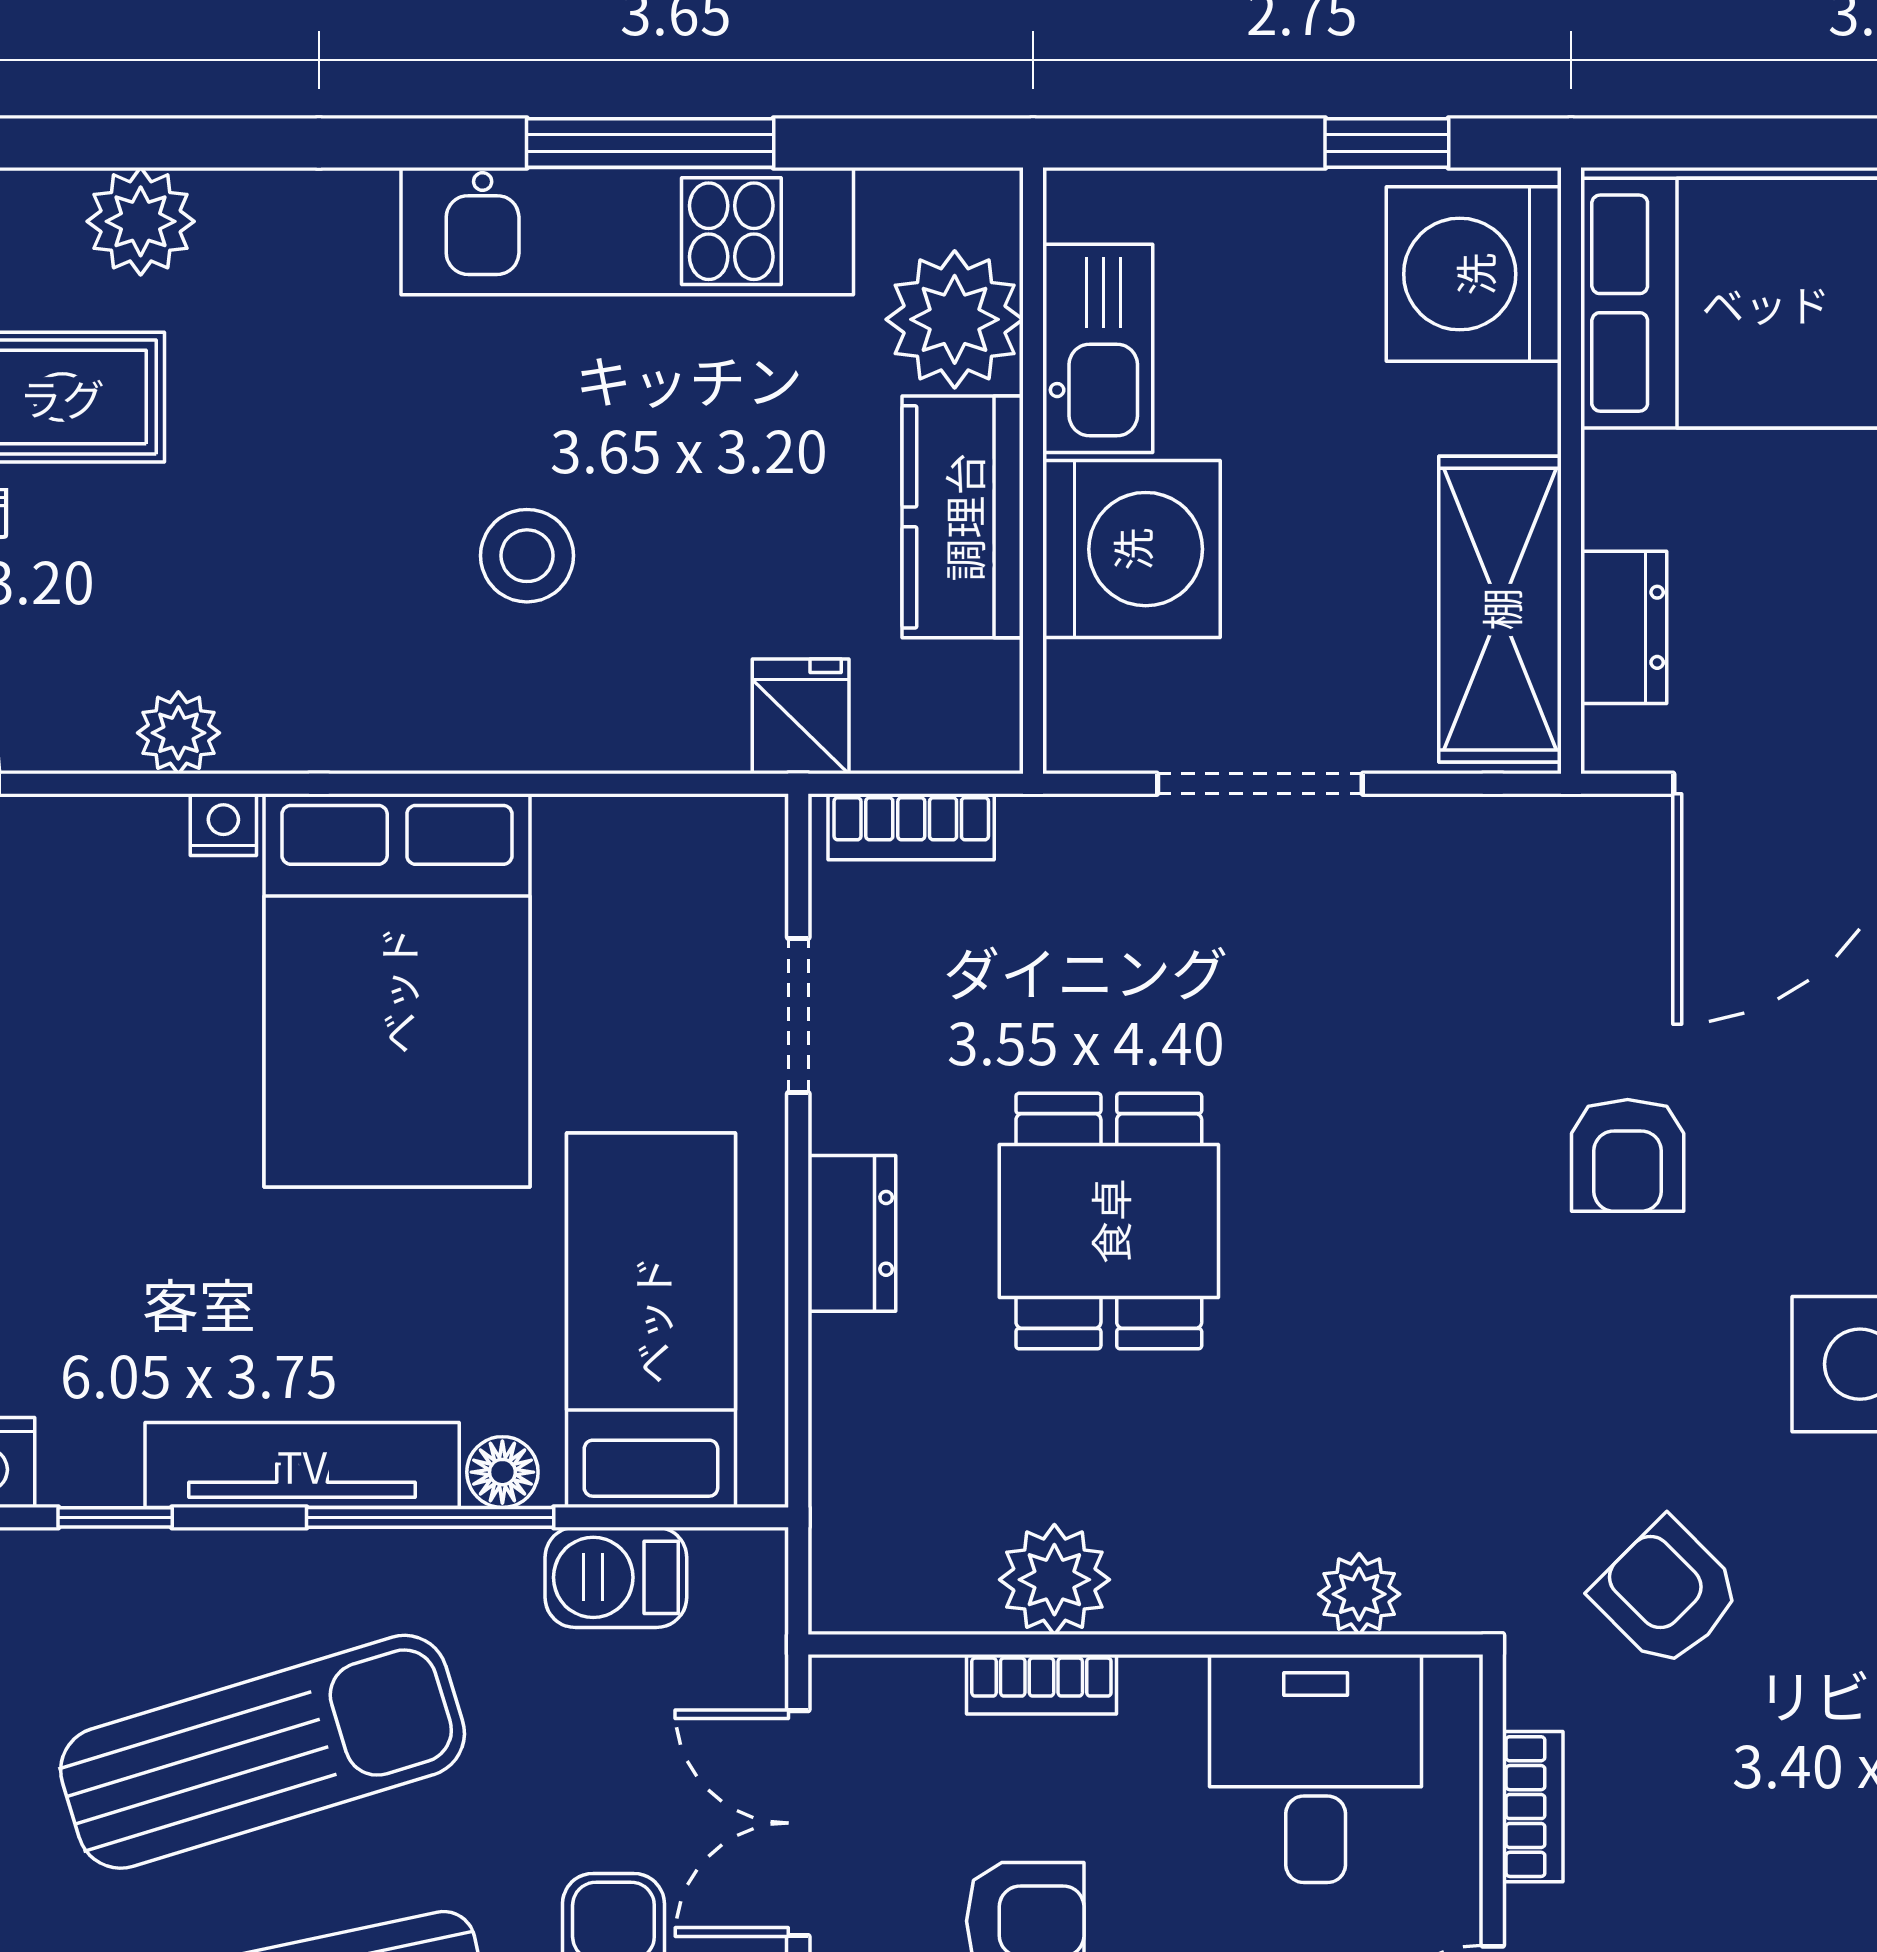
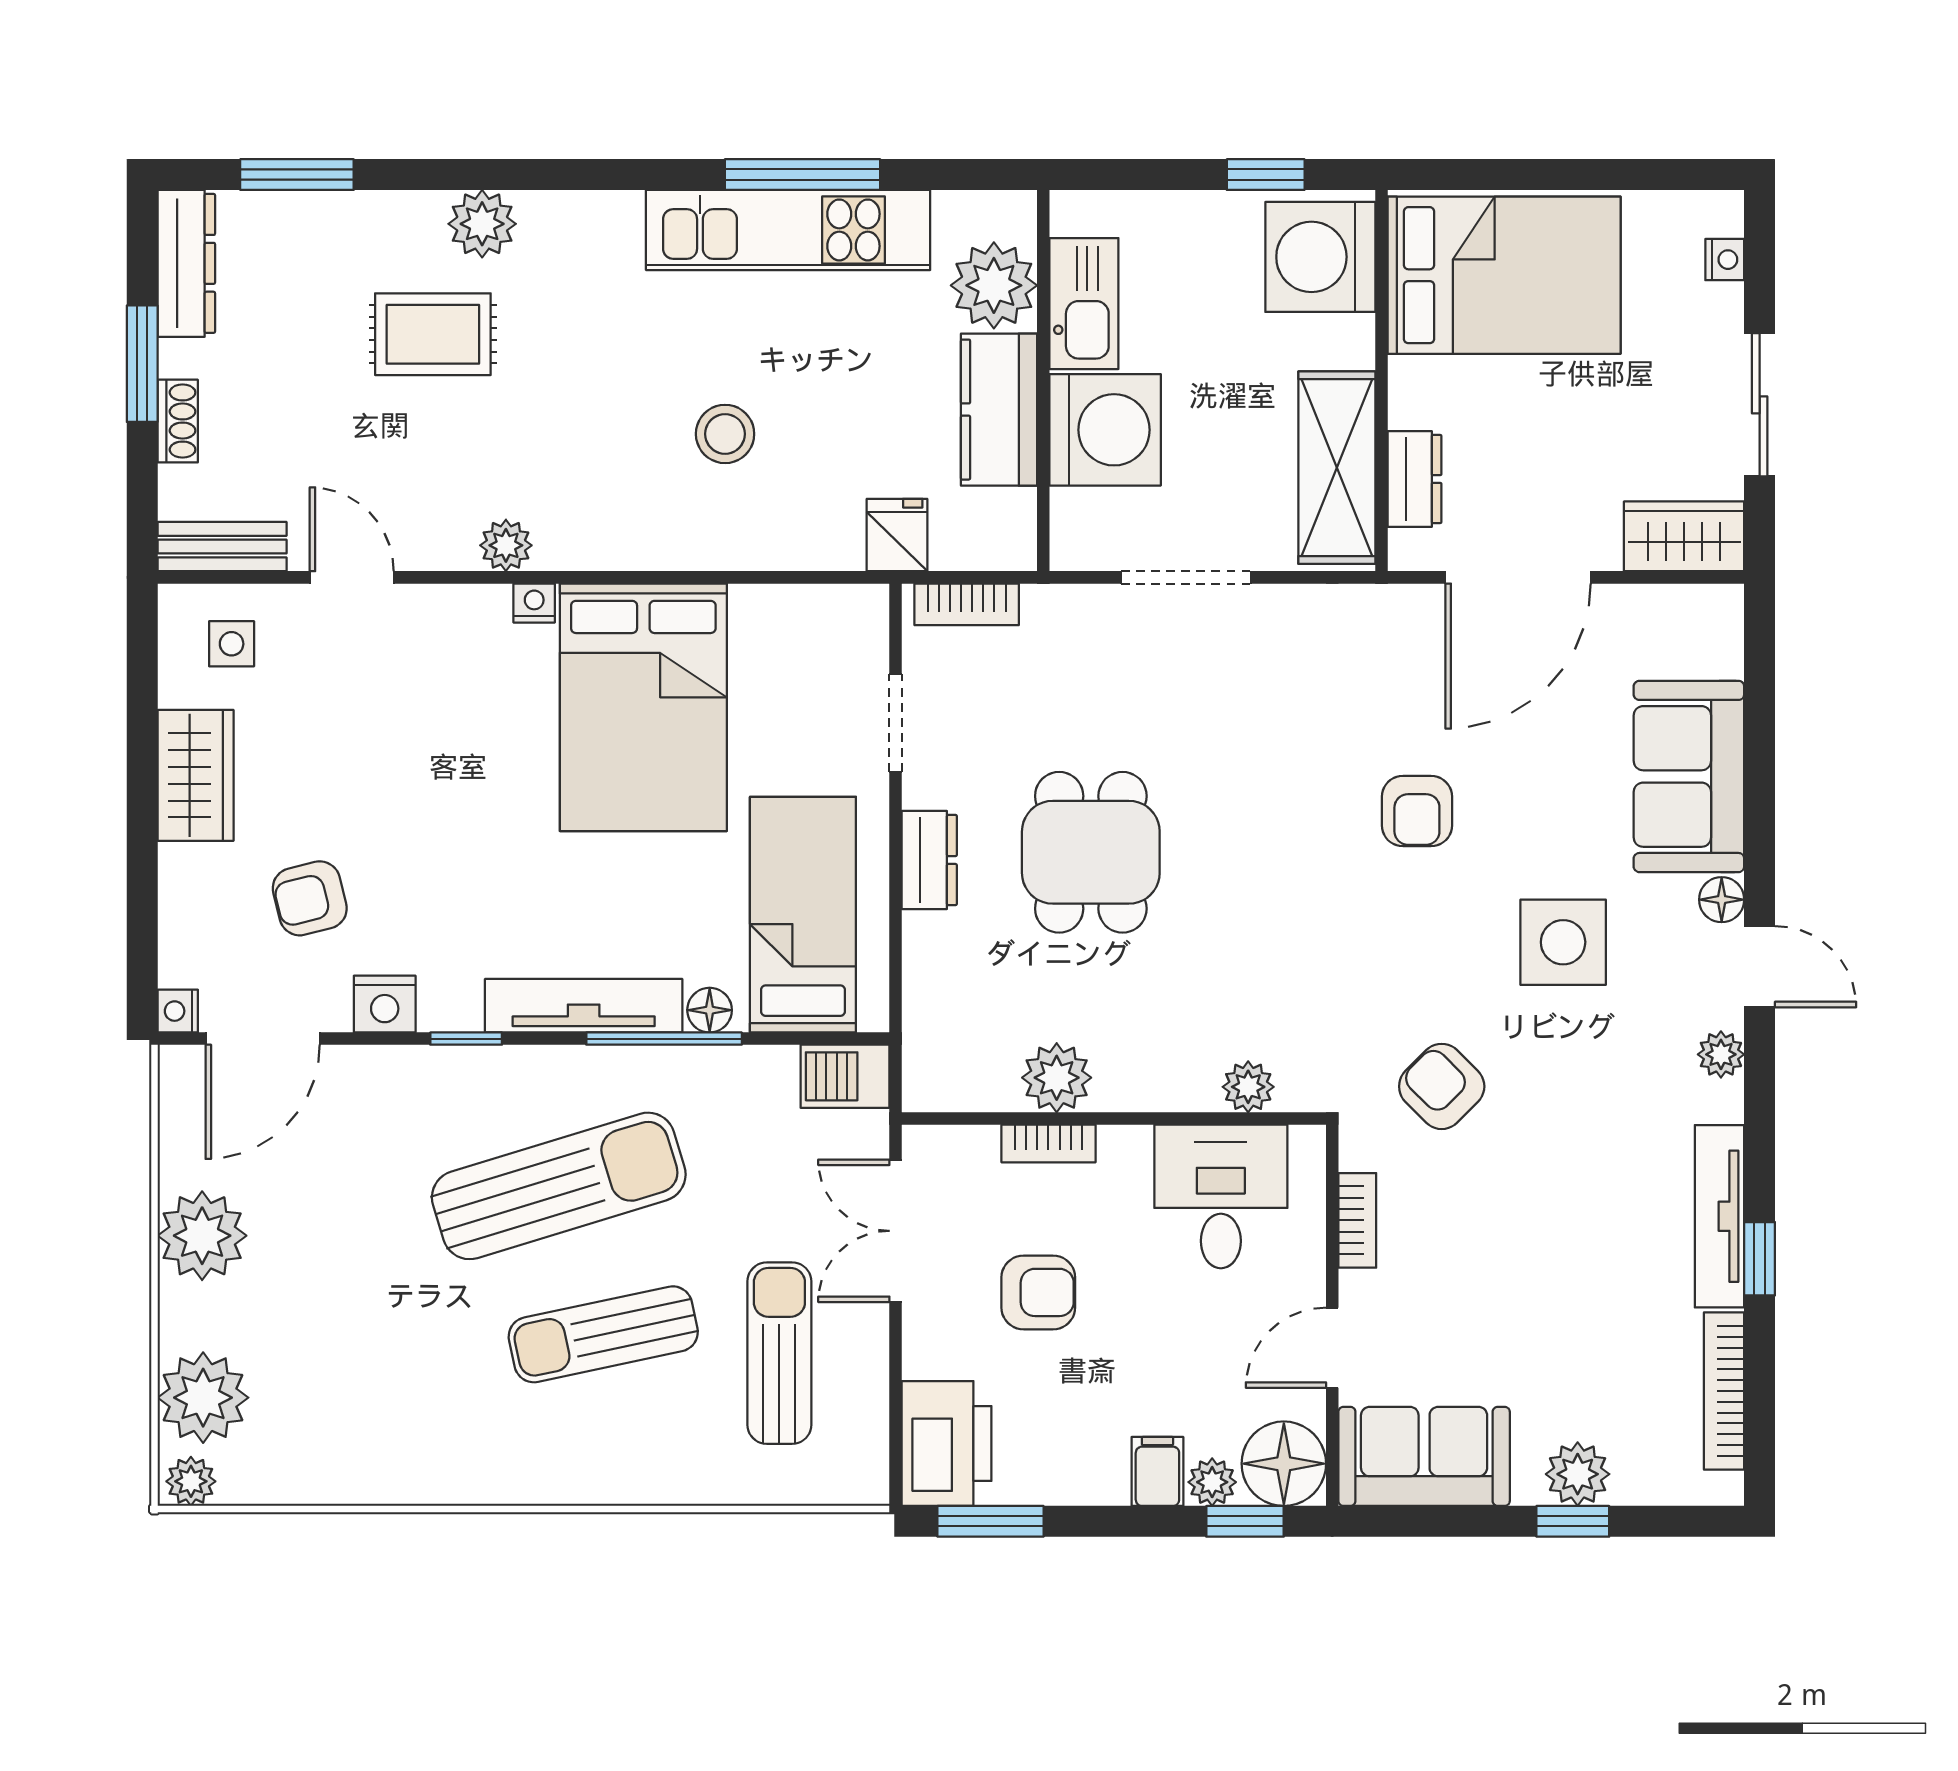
barbecue: (616, 1577) -> (845, 1076), moved

